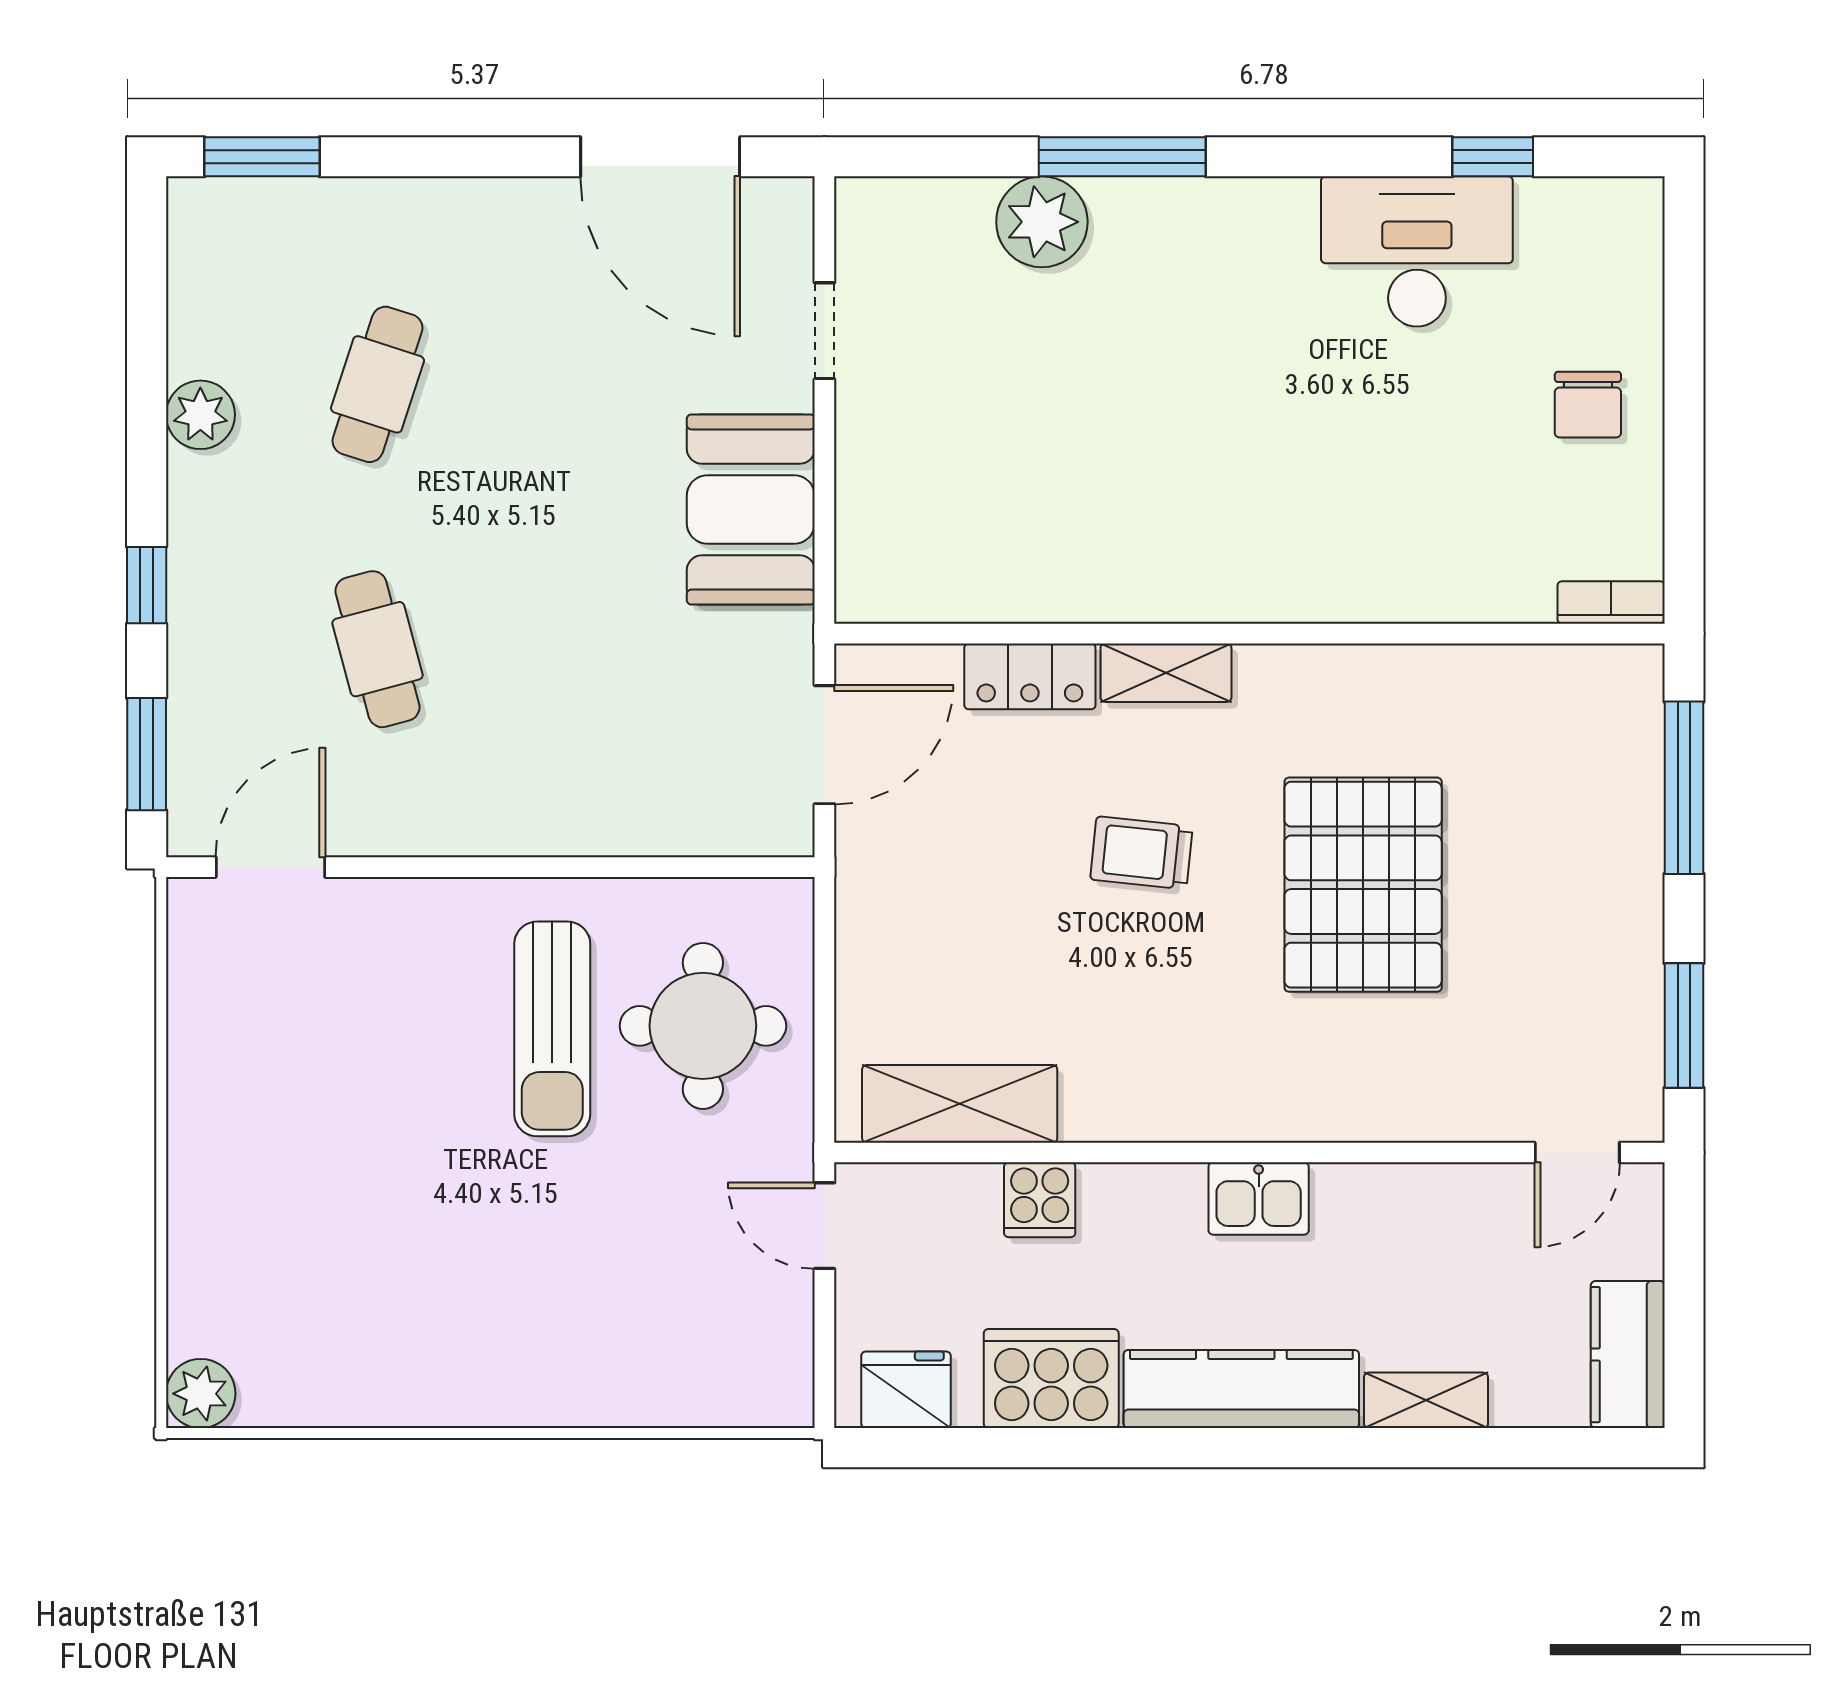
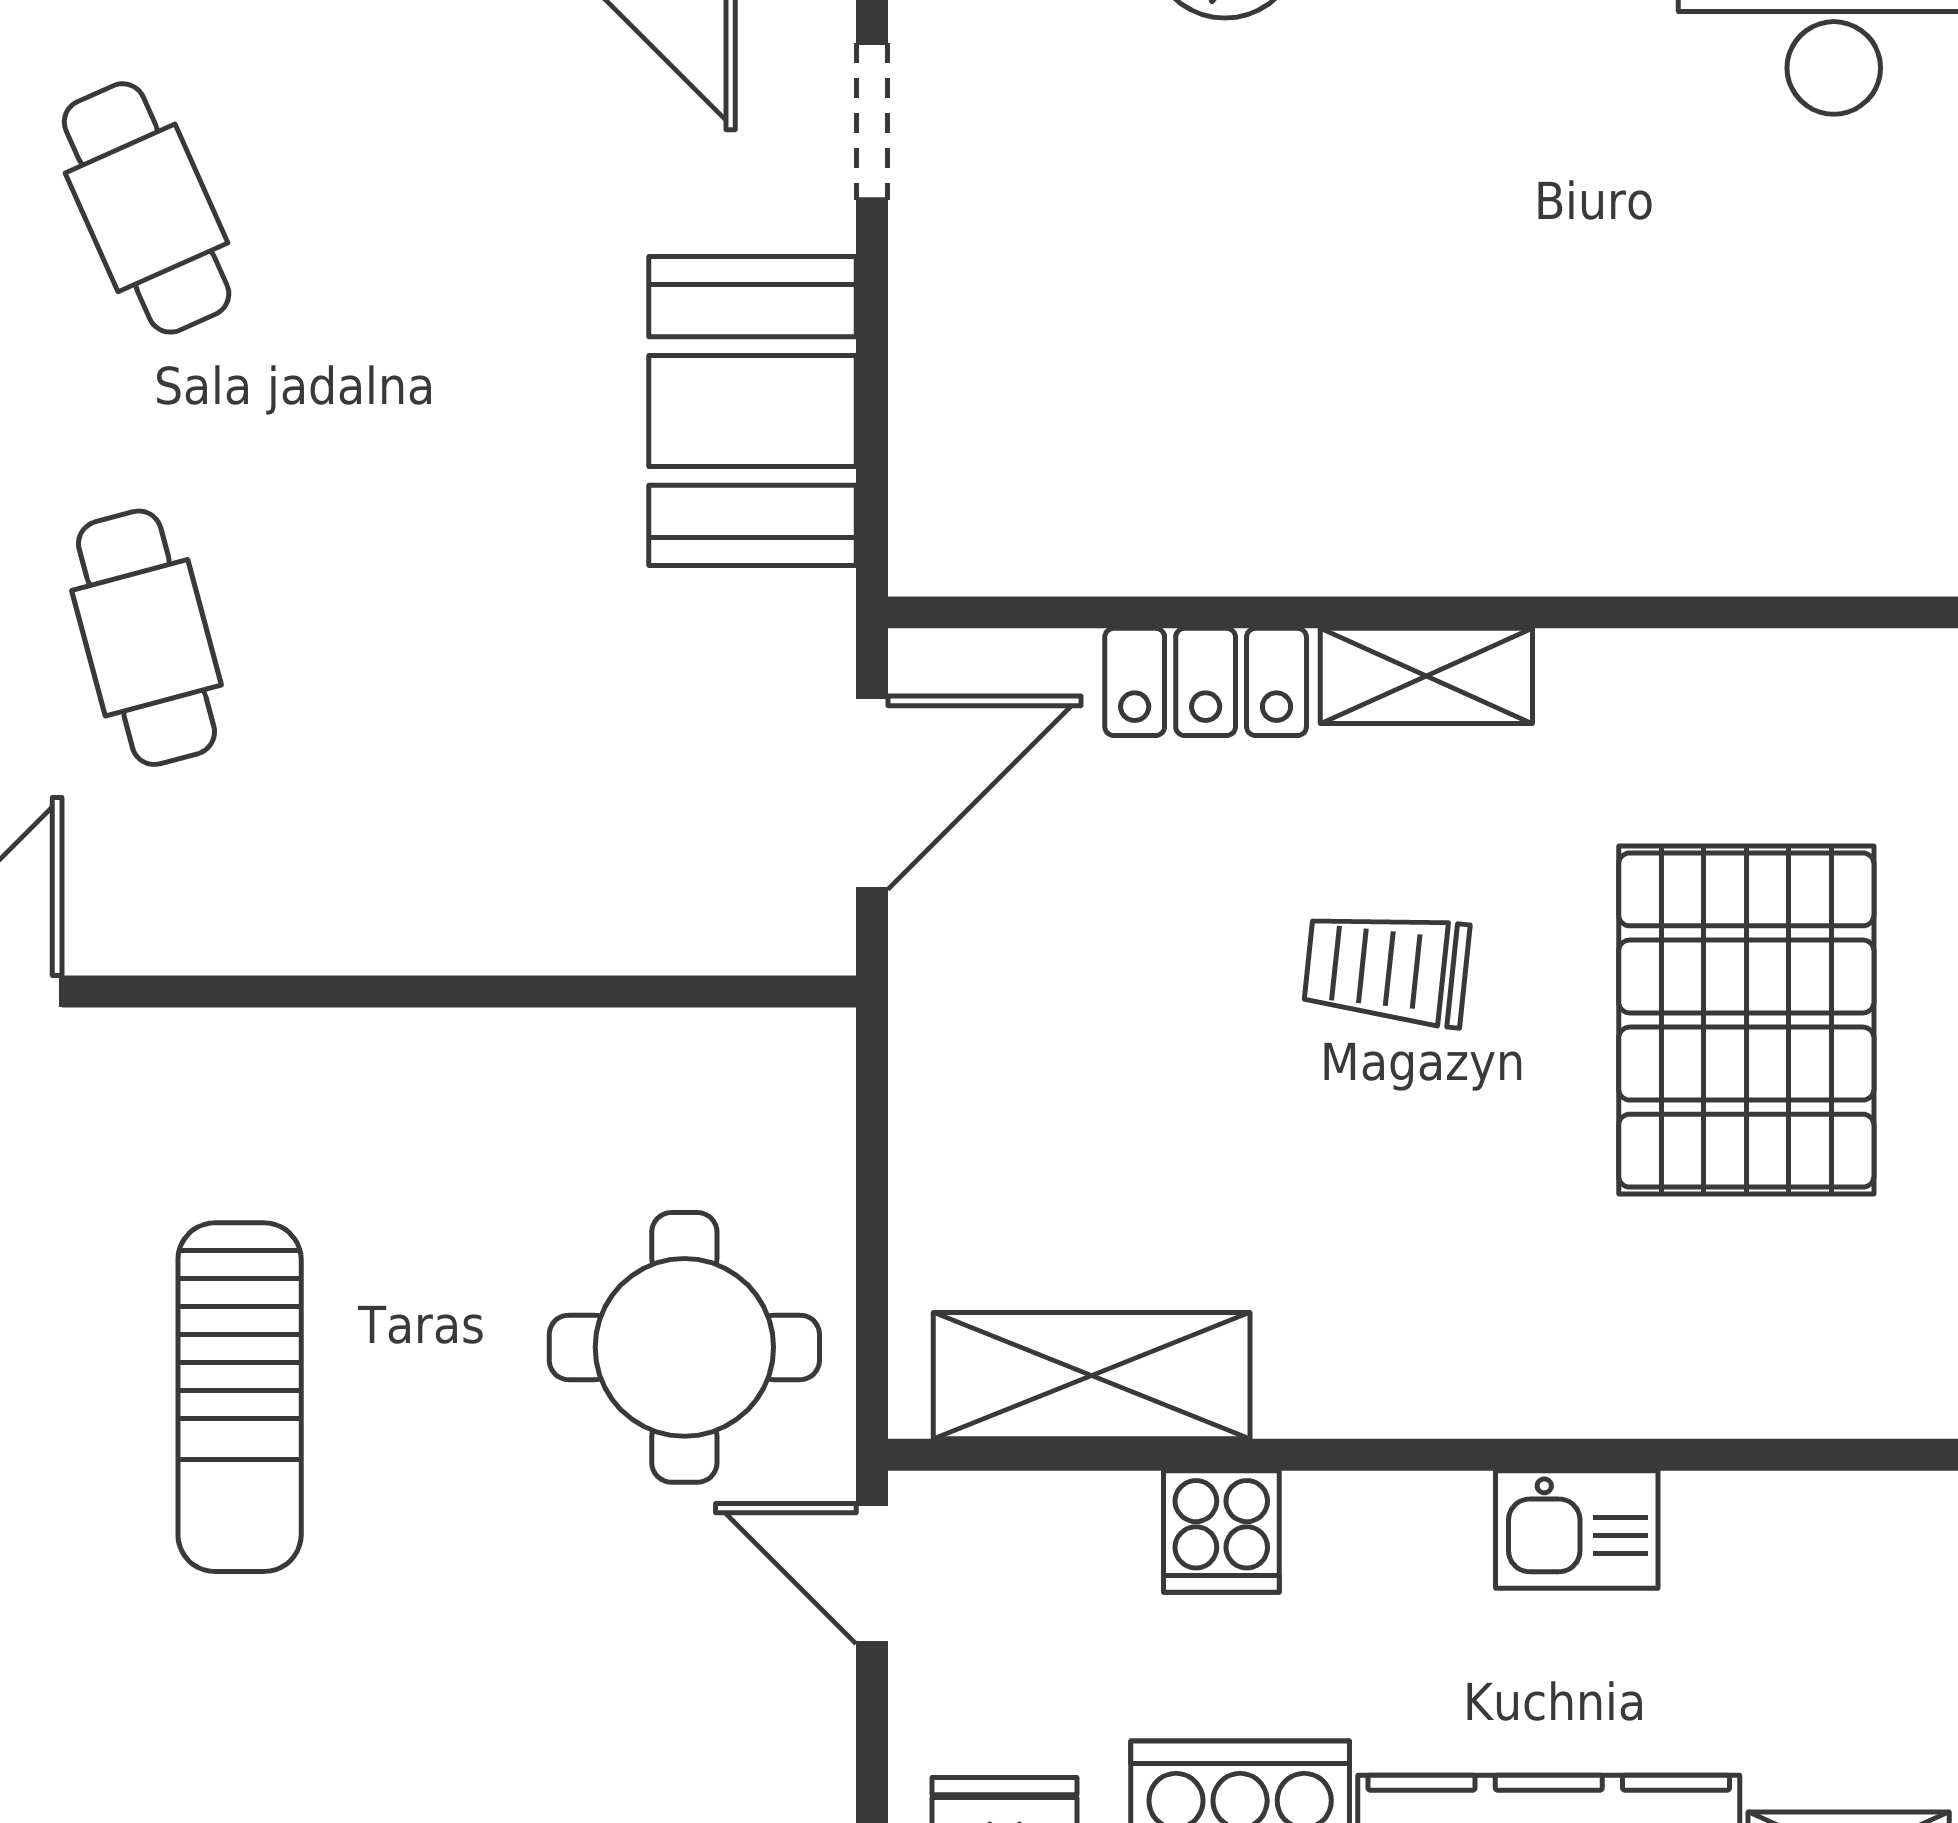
cafe table: (377, 384) -> (147, 208), turned -42
round table: (703, 1026) -> (684, 1347), moved
sun lounger: (552, 1029) -> (240, 1397), moved

